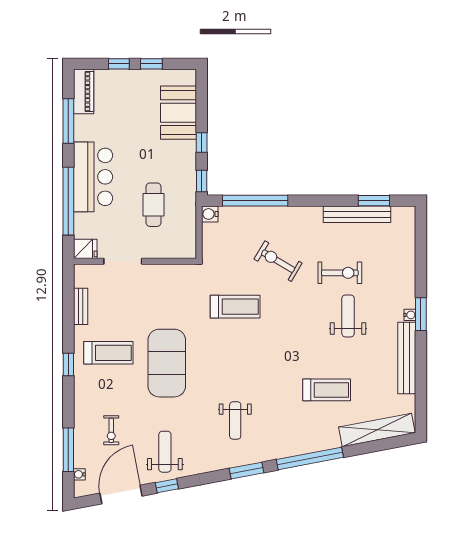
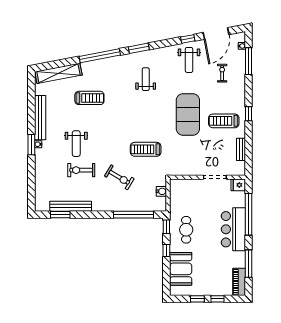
cafe table: (154, 205) -> (186, 230), moved
water cooler: (210, 214) -> (161, 191), moved
treadmill: (327, 390) -> (89, 98), turned 180

